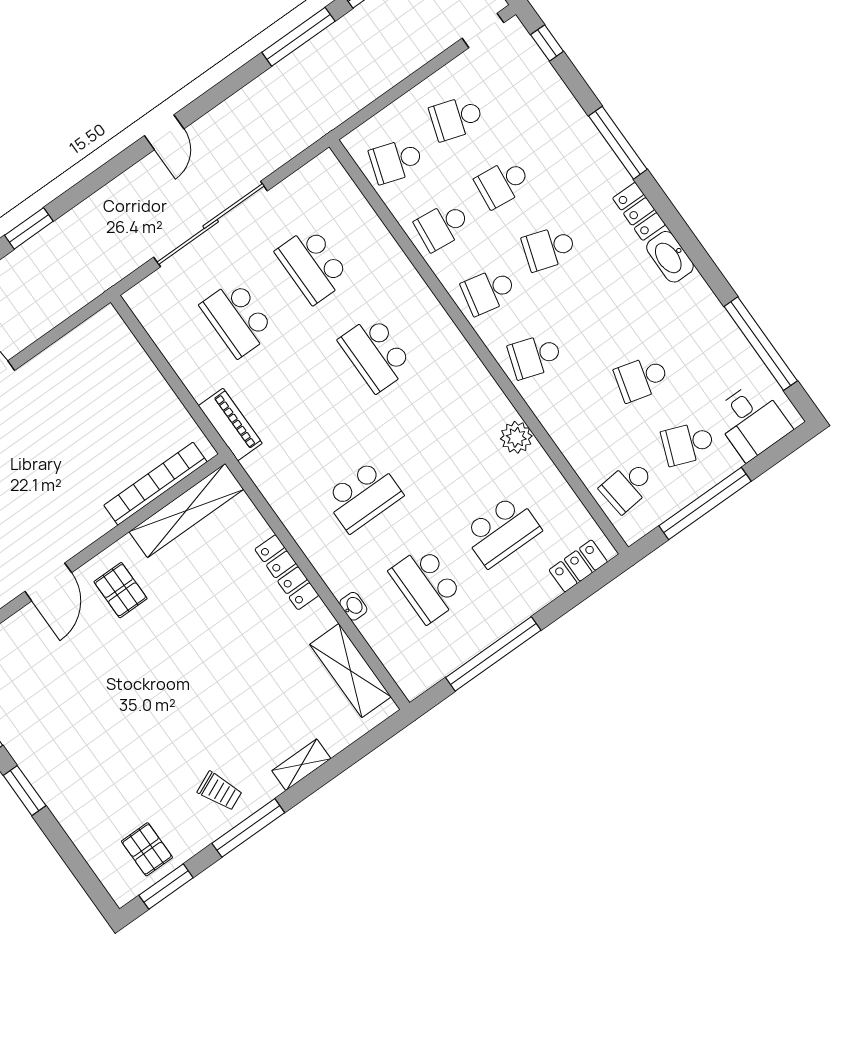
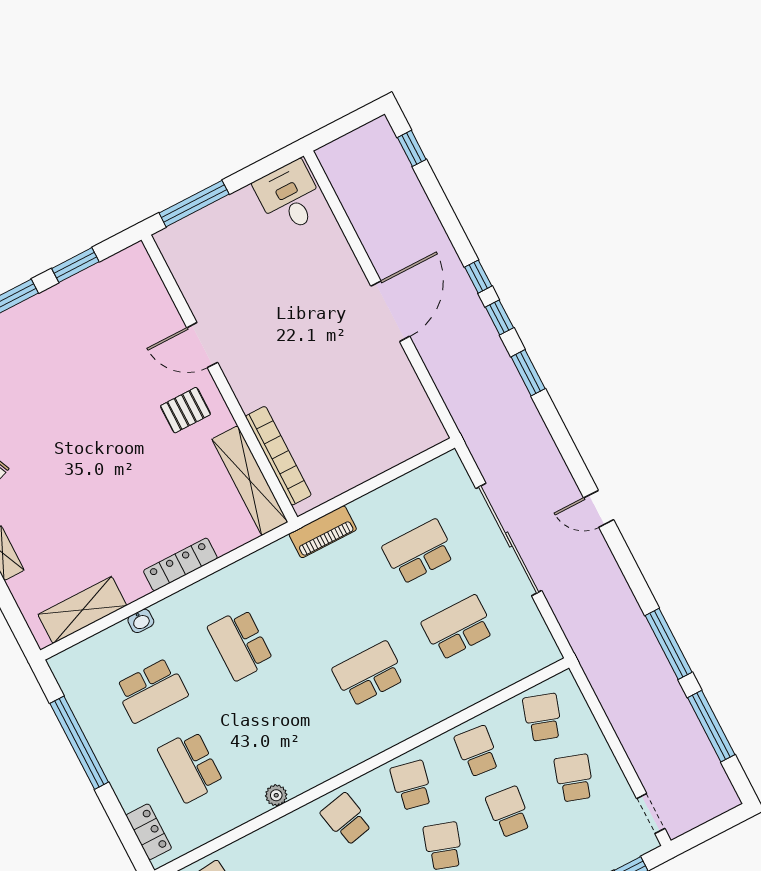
school desk: (535, 356) -> (346, 819), turned -30
plant: (516, 437) -> (276, 795), width x0.73, depth x0.73
school desk: (426, 585) -> (151, 690), turned 180

